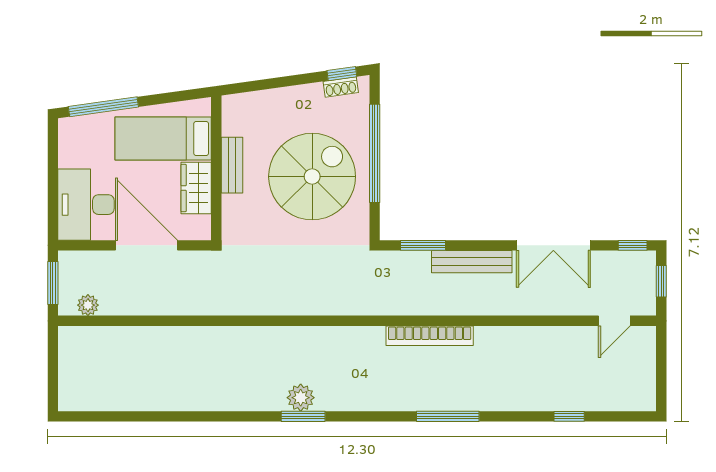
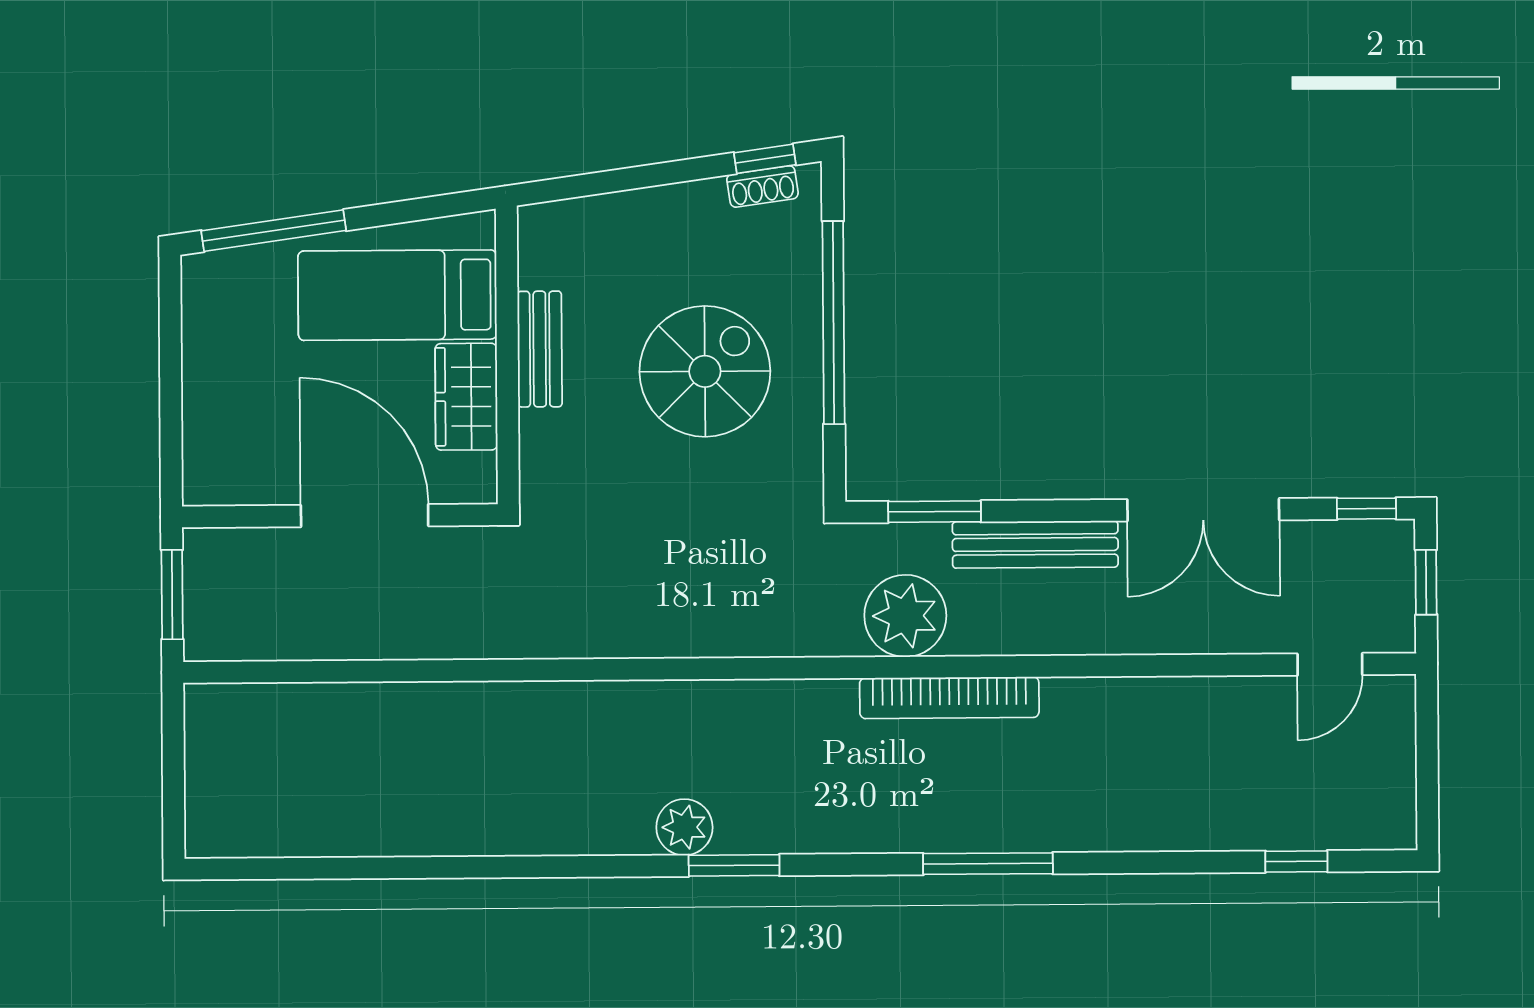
spiral stairs: (312, 177) -> (705, 371), width x0.73, depth x0.73
desk: (86, 205) -> (239, 432), removed
plant: (88, 305) -> (905, 616), moved, width x1.87, depth x1.87
window: (303, 416) -> (734, 865), moved
window: (569, 416) -> (1296, 861), moved

